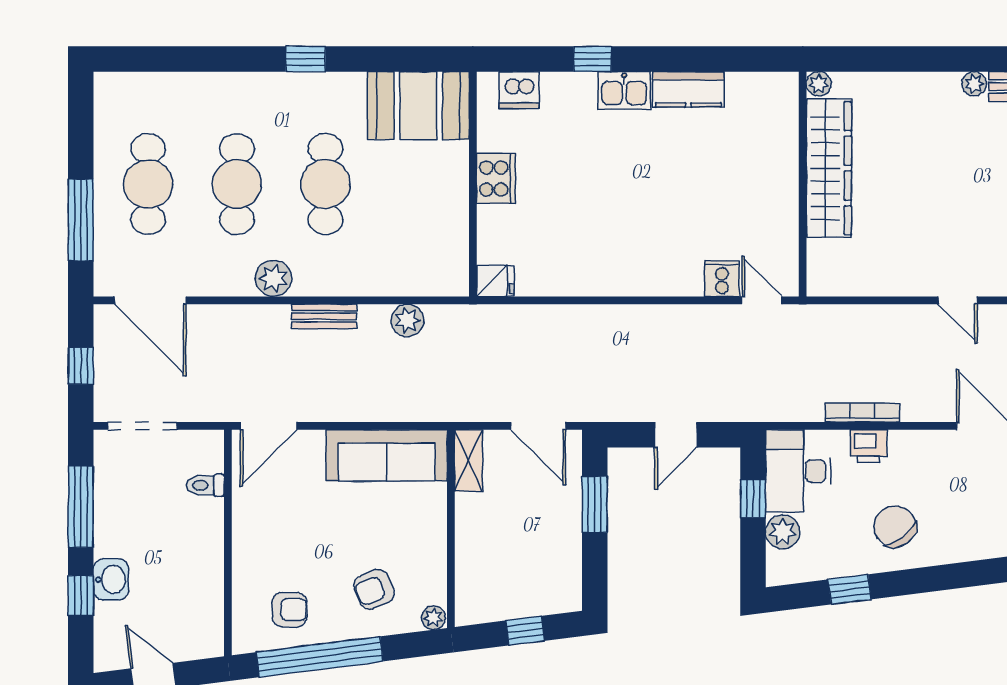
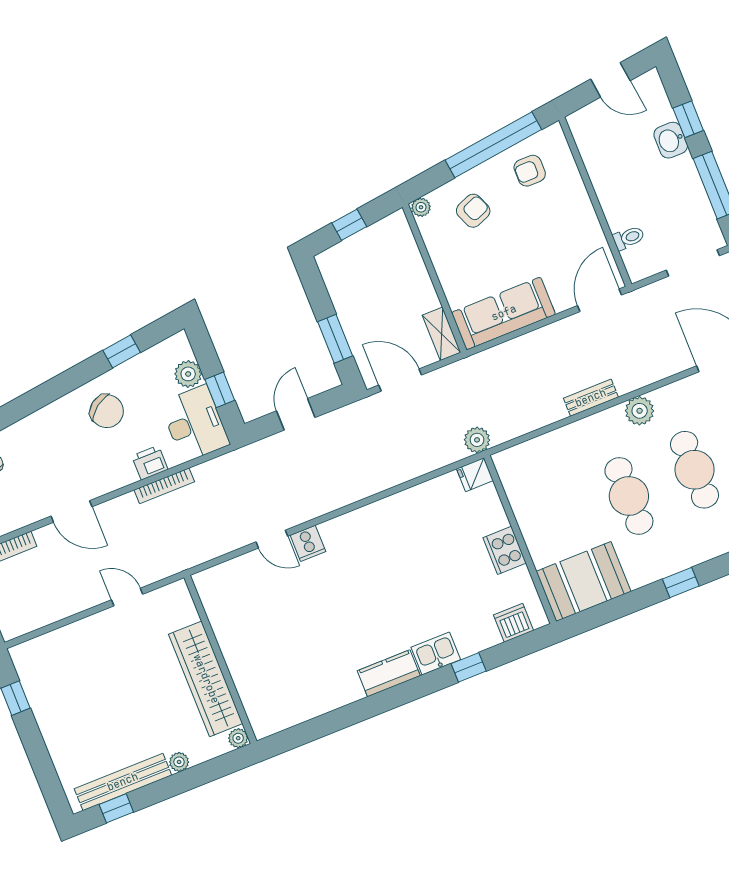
plant: (819, 84) -> (238, 738), moved
wardrobe: (829, 168) -> (206, 679), moved
wall: (803, 184) -> (220, 659), moved
plant: (407, 320) -> (477, 440), moved

